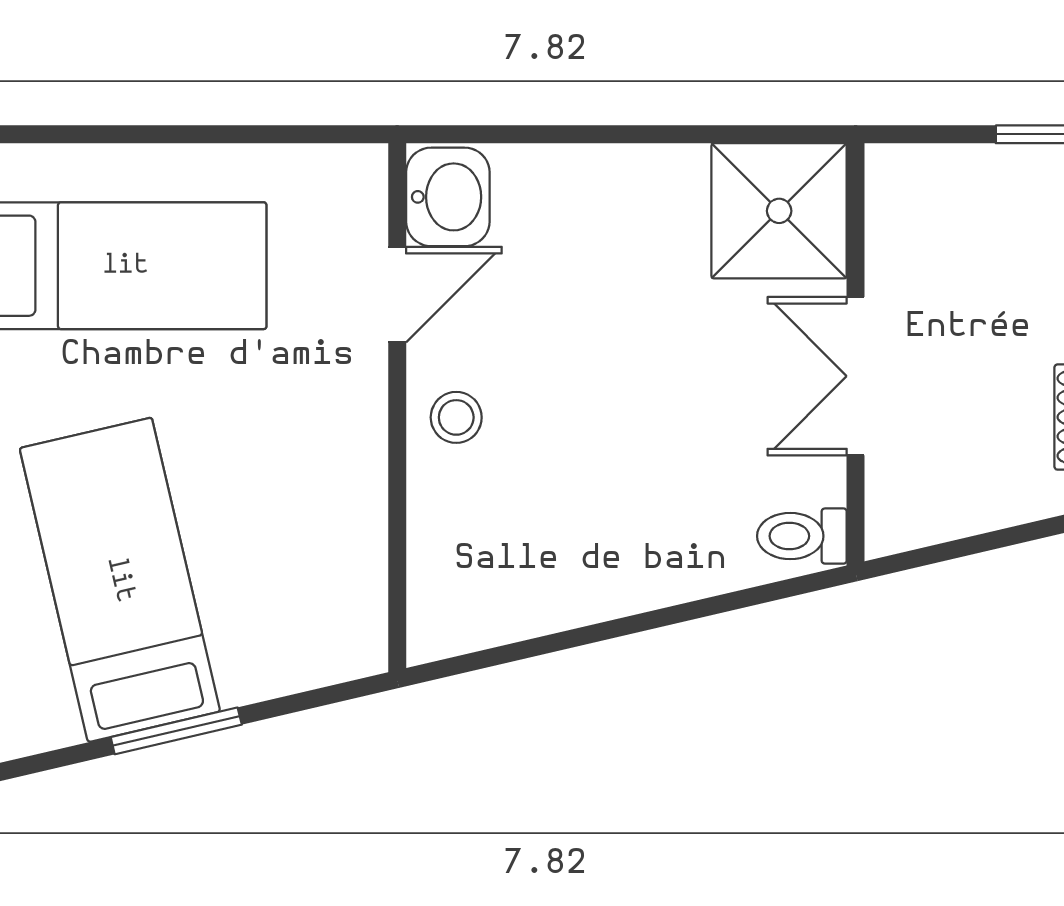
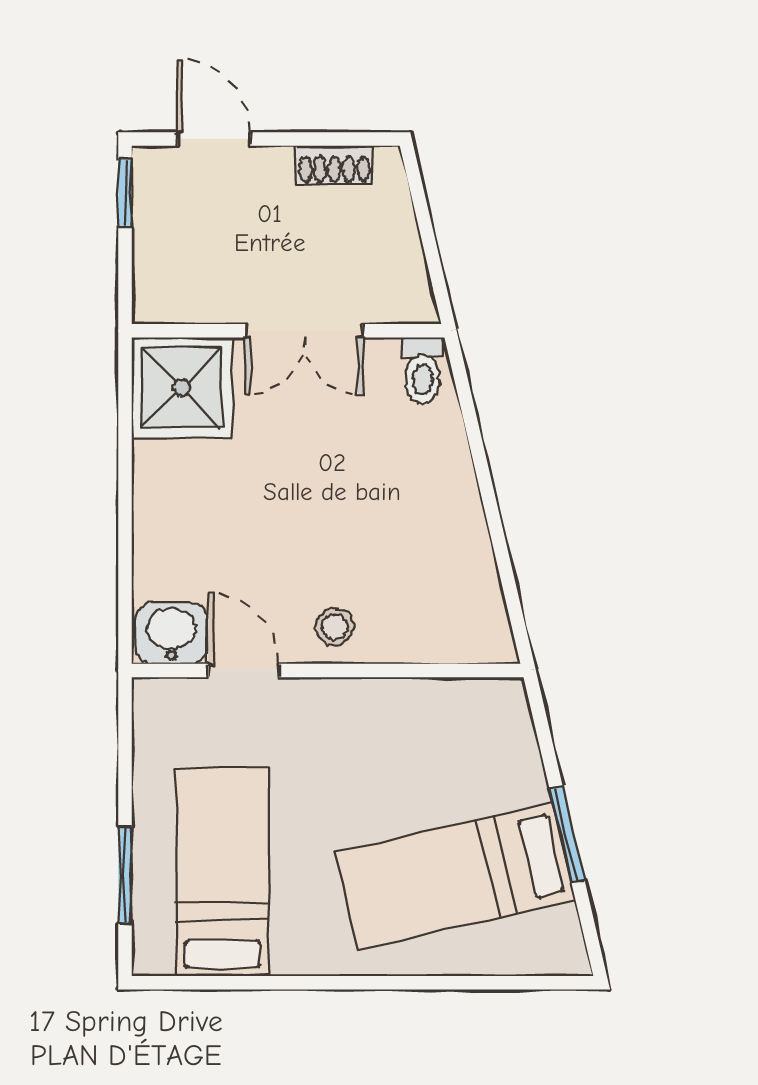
window: (121, 134) -> (125, 875), added

